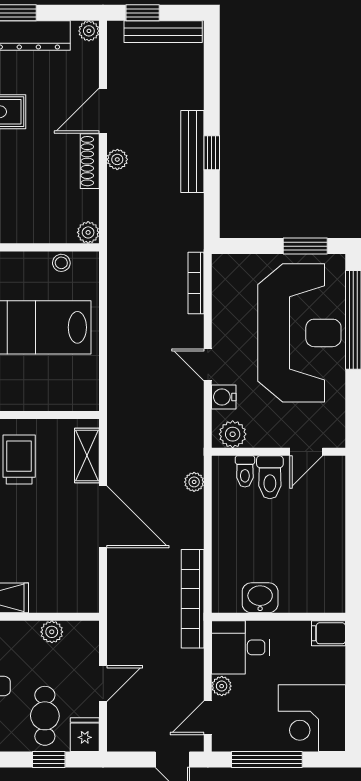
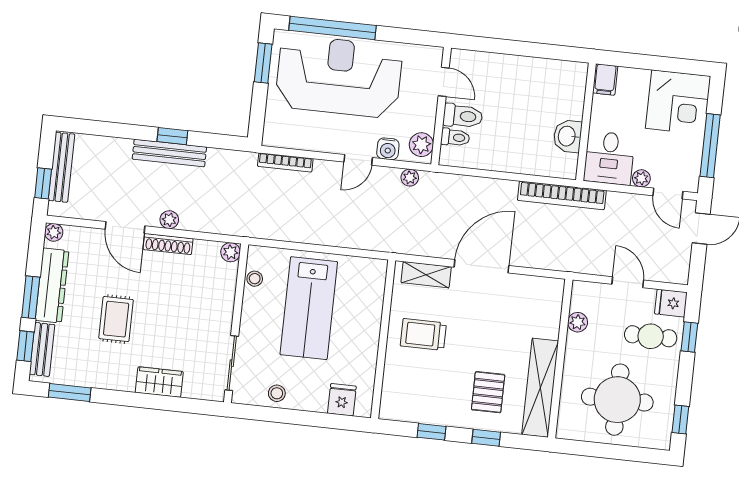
plant: (194, 482) -> (410, 178), moved

